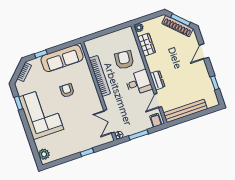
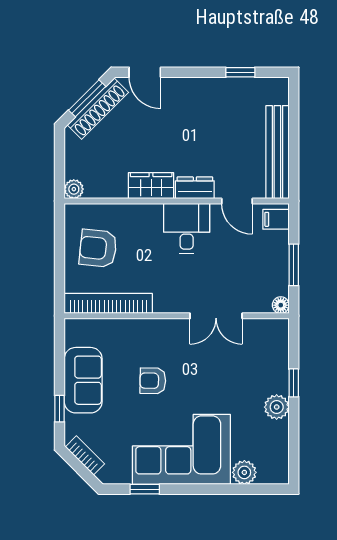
wardrobe: (146, 45) -> (151, 186), moved
door: (204, 51) -> (145, 72), moved
sofa: (62, 58) -> (83, 380), width x0.73
armchair: (124, 60) -> (98, 248), moved
bookcase: (100, 76) -> (108, 303), moved
double door: (109, 121) -> (216, 316), moved
plant: (74, 148) -> (277, 407), added
plant: (44, 154) -> (244, 472), moved

